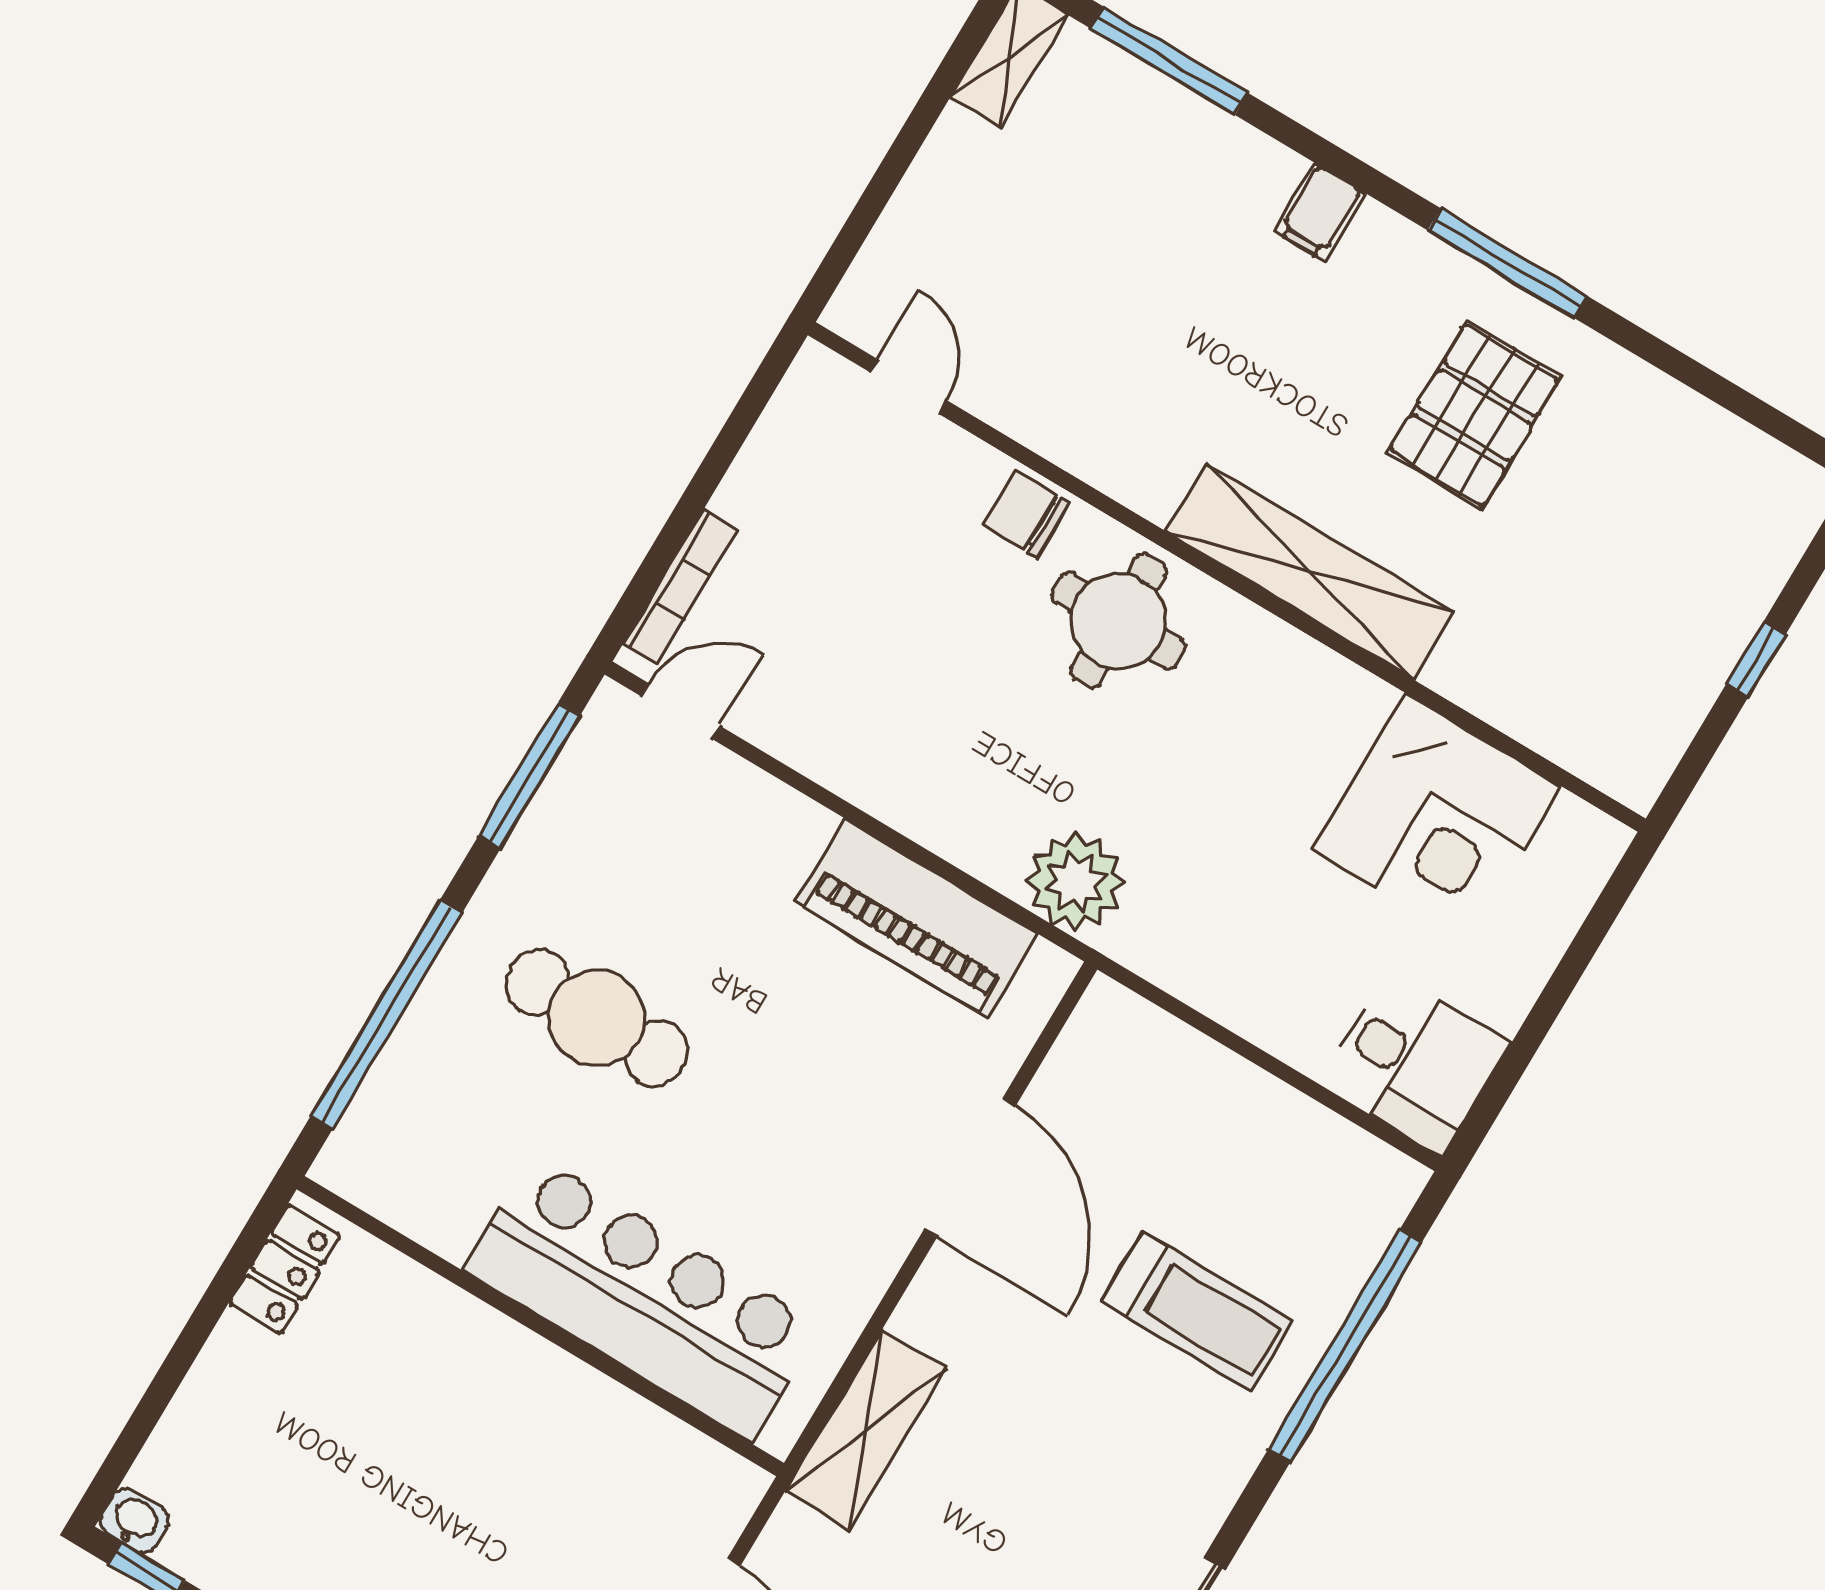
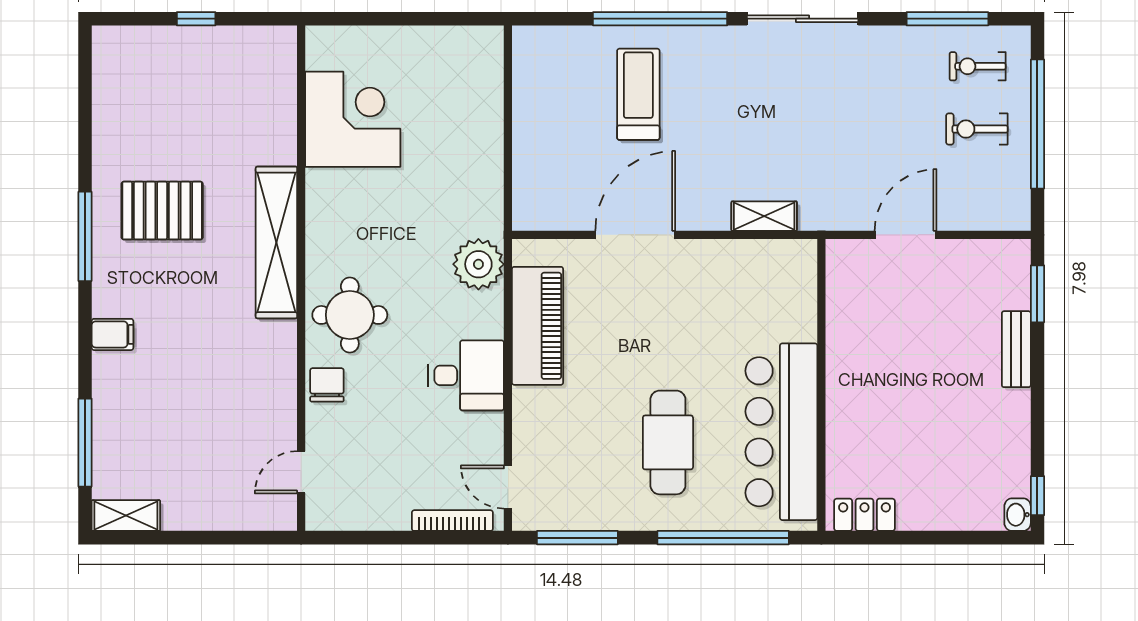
chair: (1026, 514) -> (327, 385), turned 180
desk: (1415, 1064) -> (466, 375), moved, turned 90
bar counter: (642, 1298) -> (781, 432), moved
window: (1345, 1346) -> (660, 19), moved
shelving: (866, 1430) -> (764, 216), width x0.67, depth x0.75

